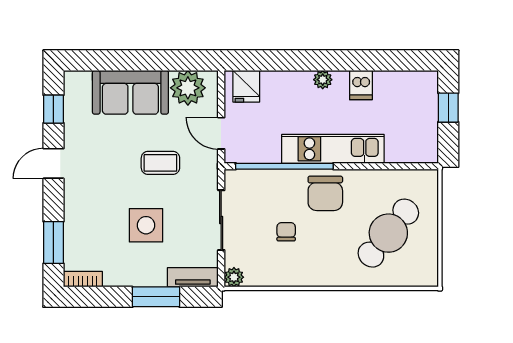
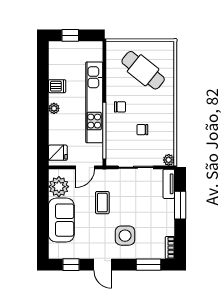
kitchen unit: (333, 149) -> (94, 102), width x1.36
chair: (325, 193) -> (120, 107), width x0.54, depth x0.54
side table: (146, 225) -> (125, 236), moved

